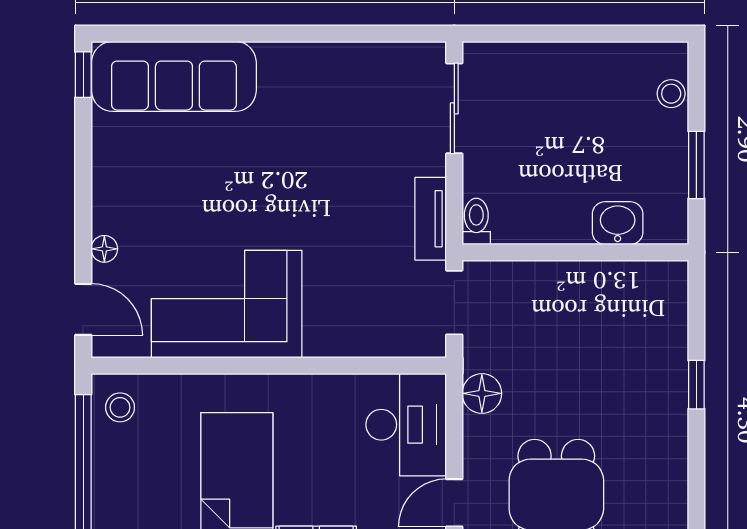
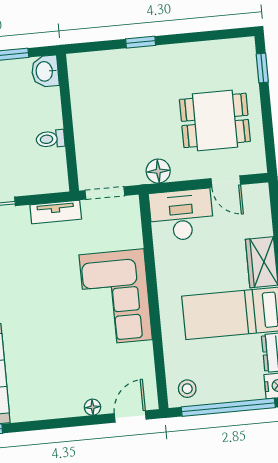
toilet: (476, 221) -> (50, 139), moved
washbasin: (618, 223) -> (45, 71), moved
corner sofa: (227, 304) -> (116, 297), moved

